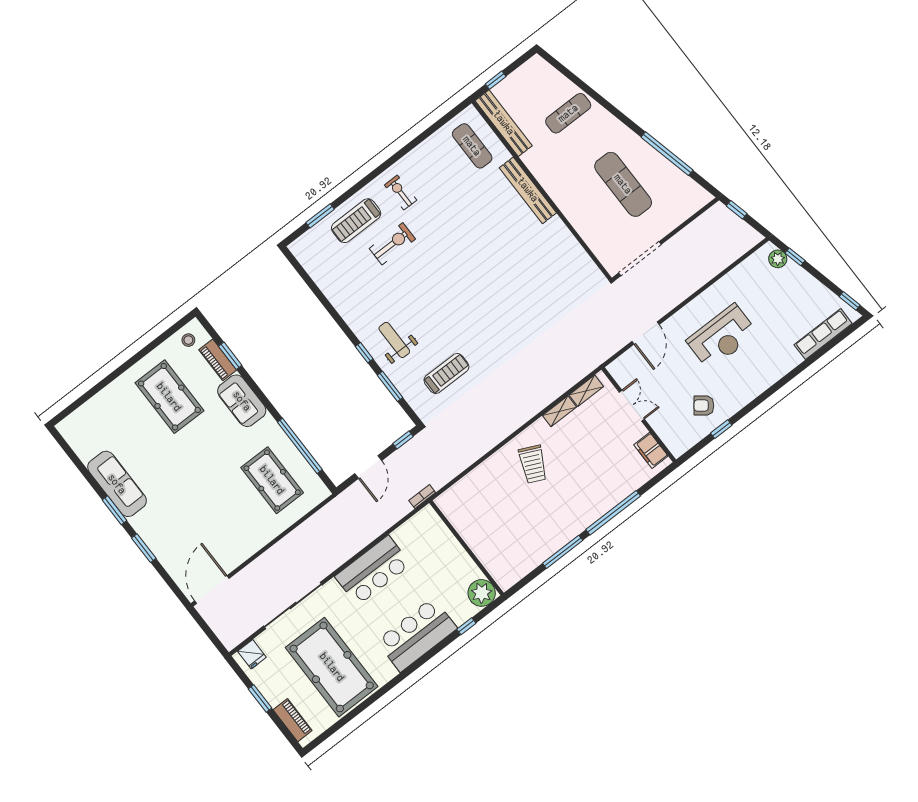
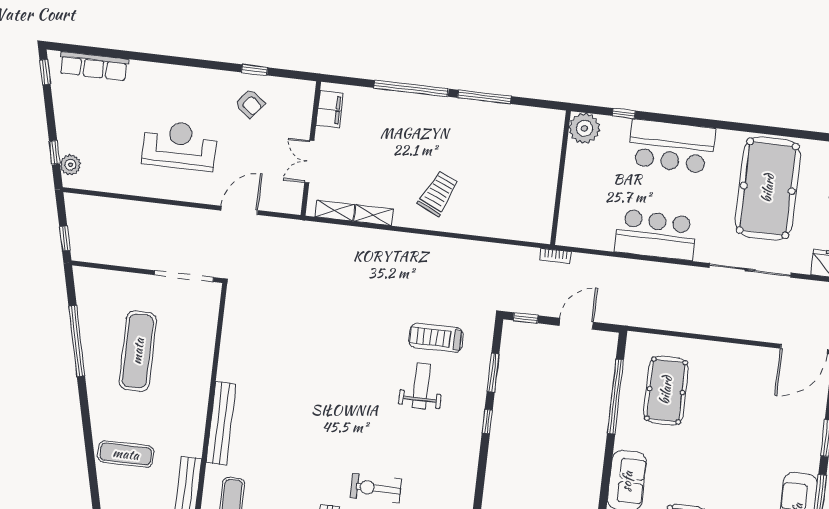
weight bench: (394, 340) -> (421, 386), moved, turned 180

